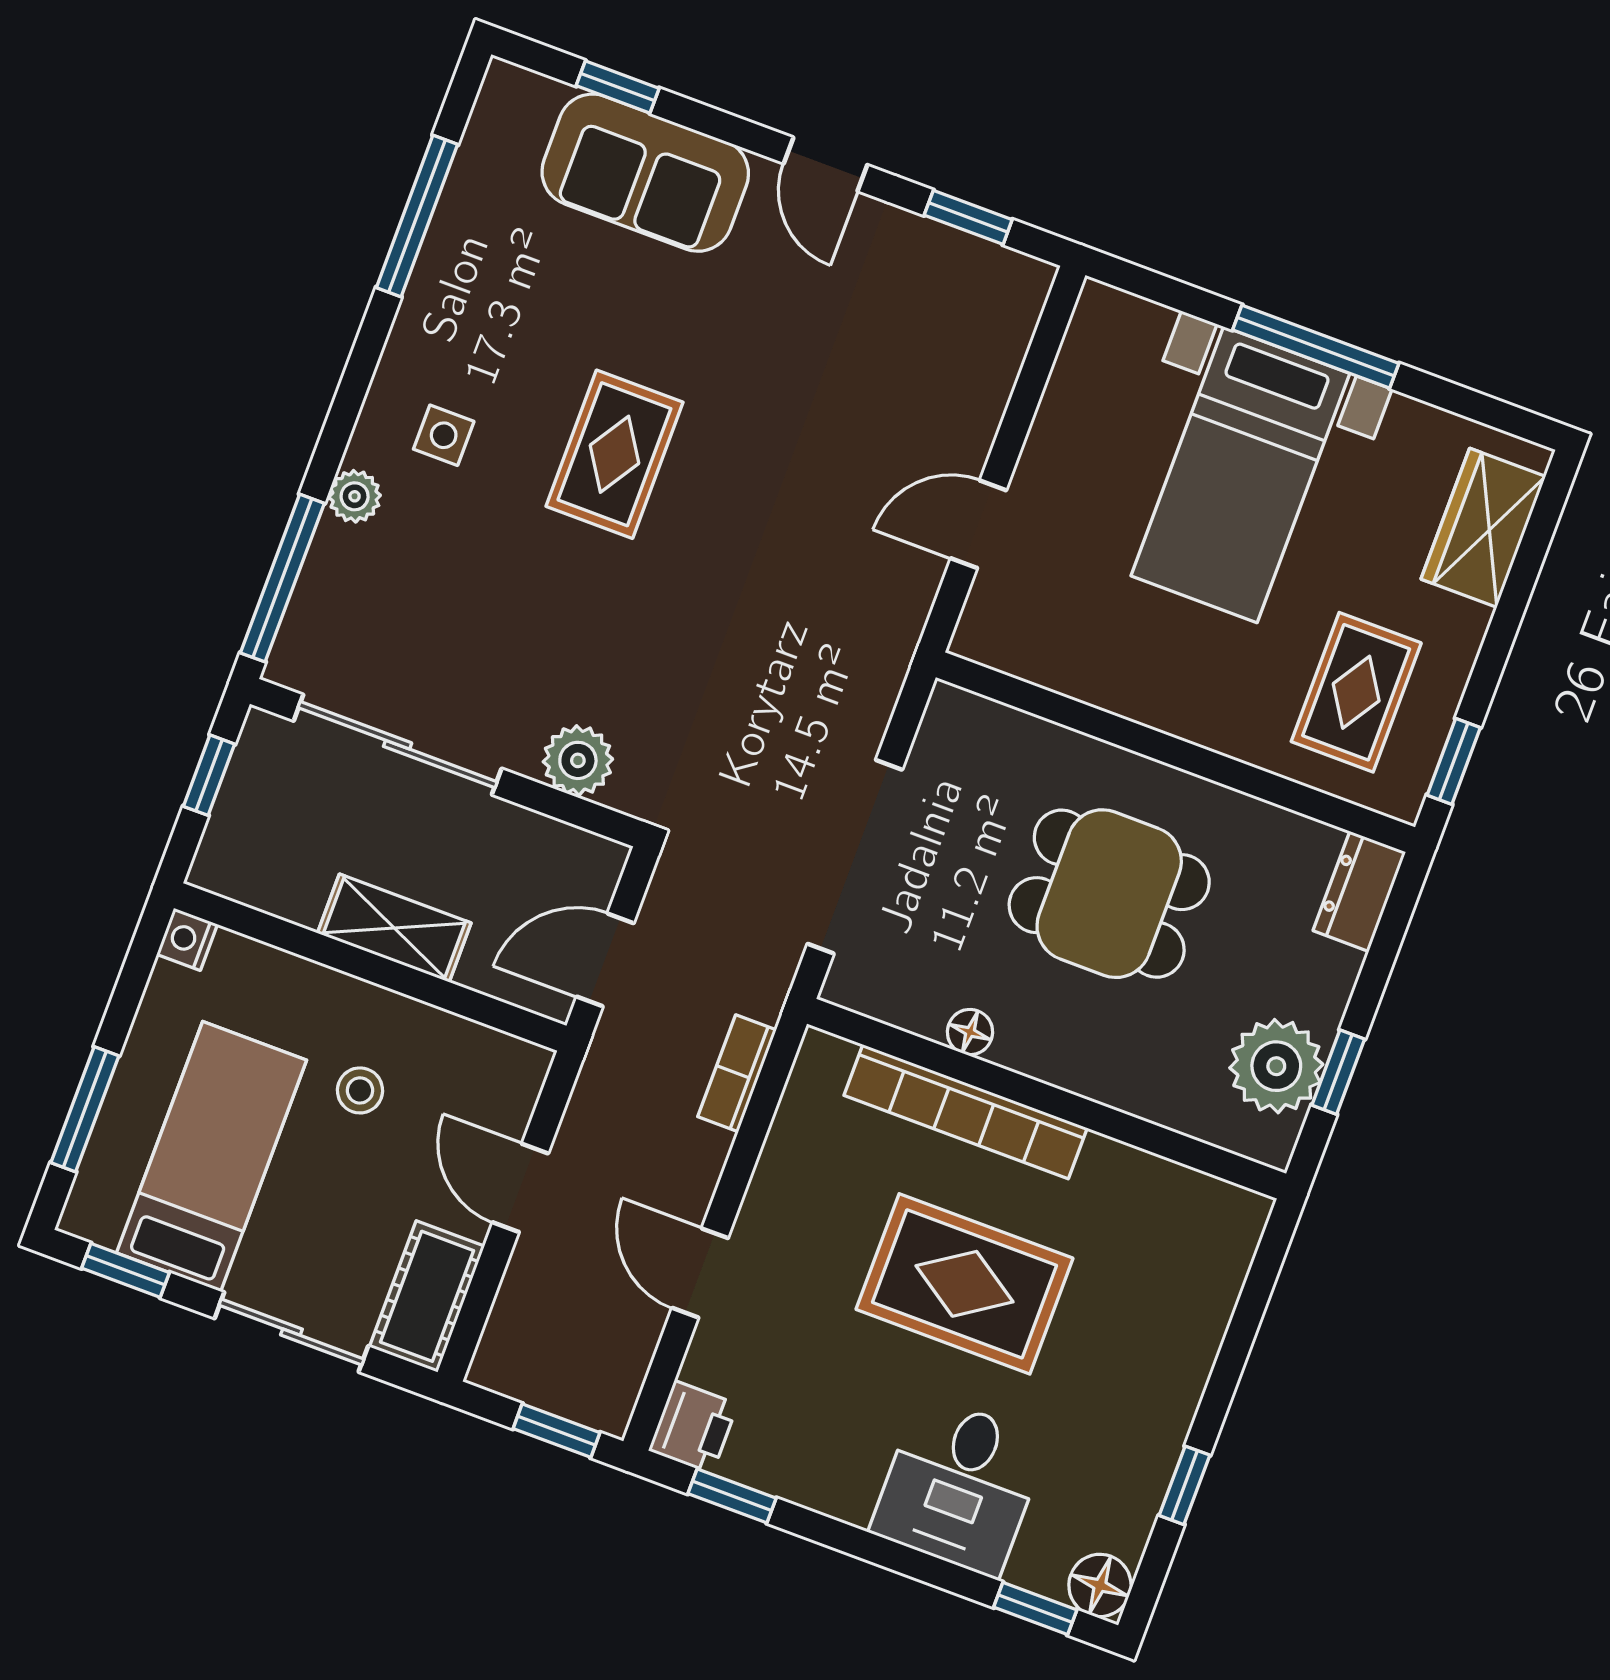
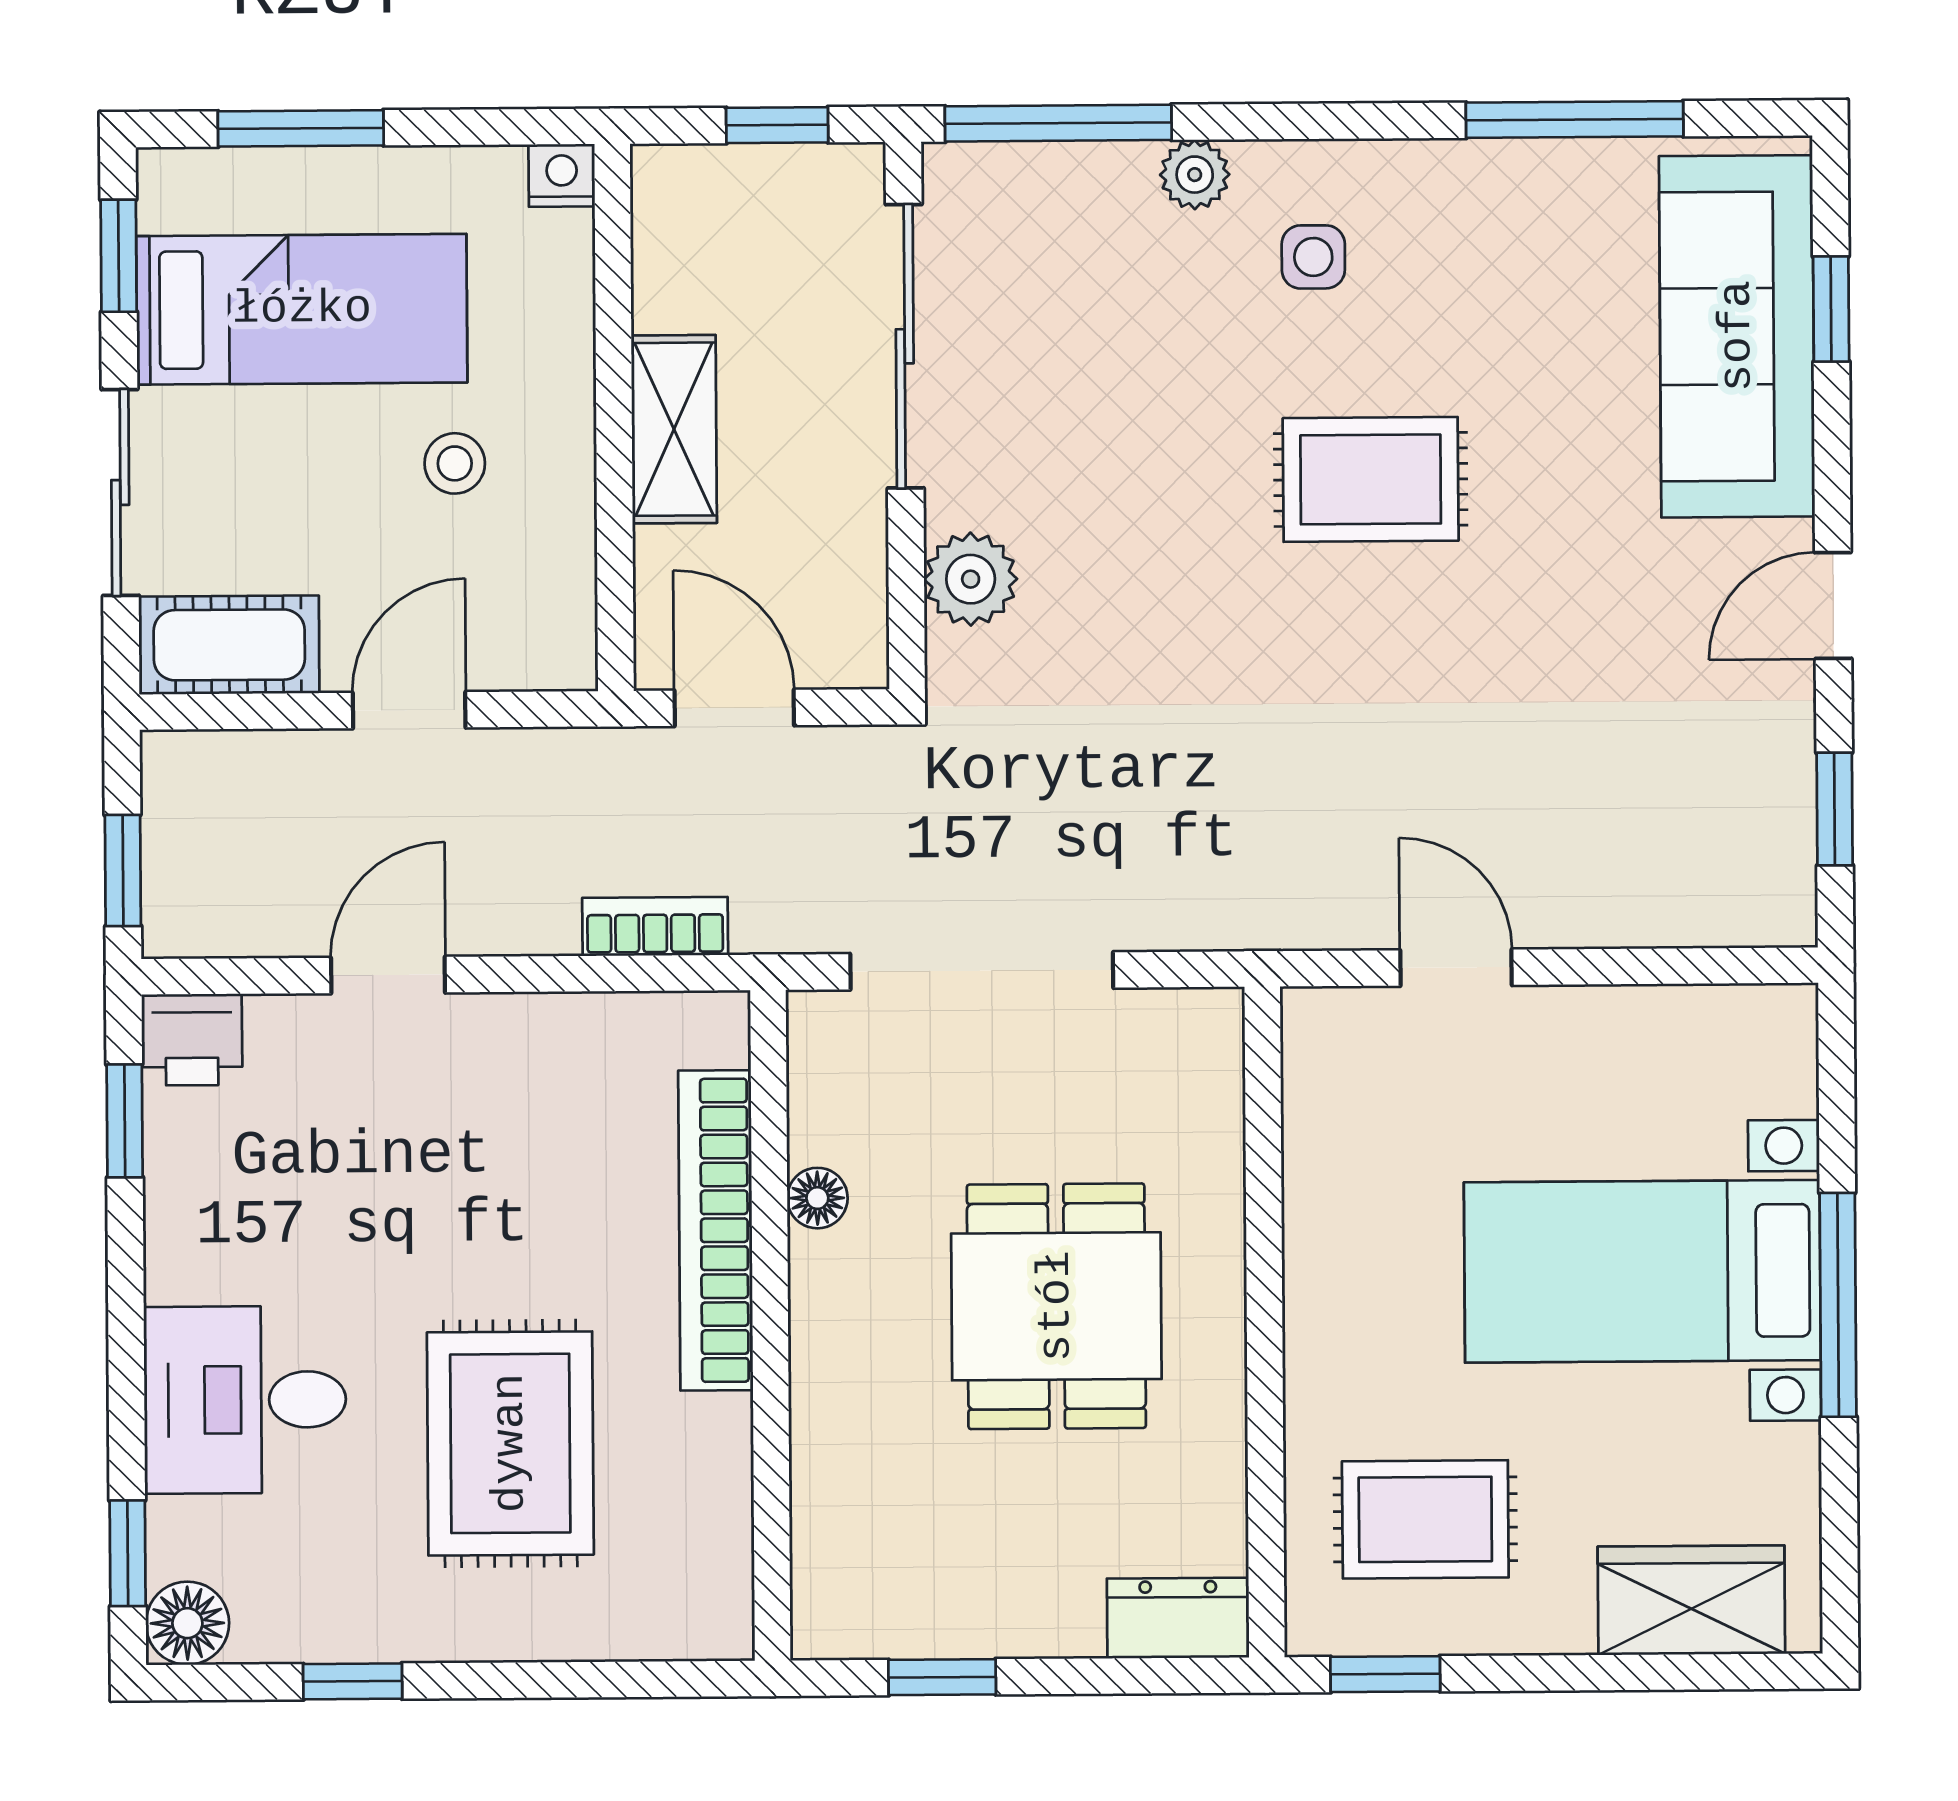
sofa: (645, 173) -> (1737, 336), width x1.36
plant: (1276, 1066) -> (920, 1597), removed
rug: (965, 1284) -> (510, 1443), moved

